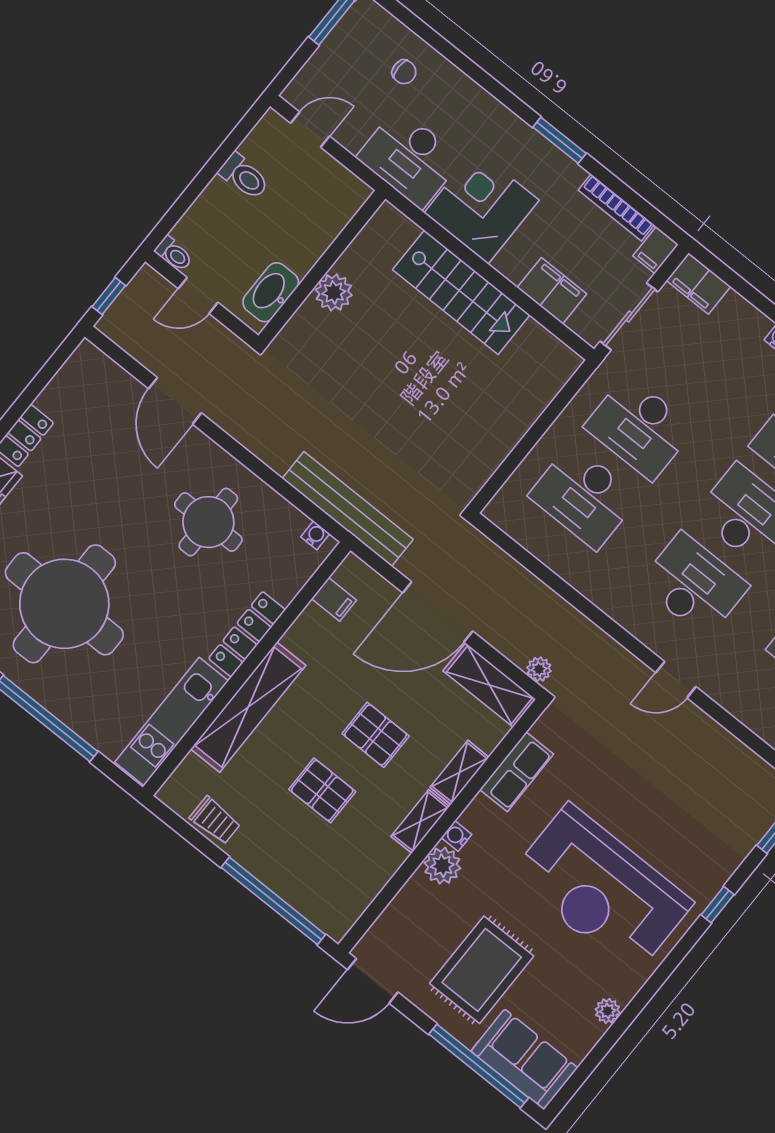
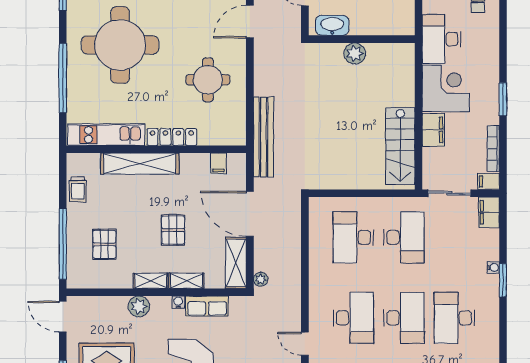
filing cabinet: (552, 291) -> (433, 130), moved
stairs: (461, 292) -> (400, 146), moved
desk: (639, 427) -> (404, 237), turned 180
water cooler: (315, 535) -> (240, 132), removed
pallet: (322, 790) -> (104, 244), moved
water cooler: (457, 836) -> (178, 302), moved

